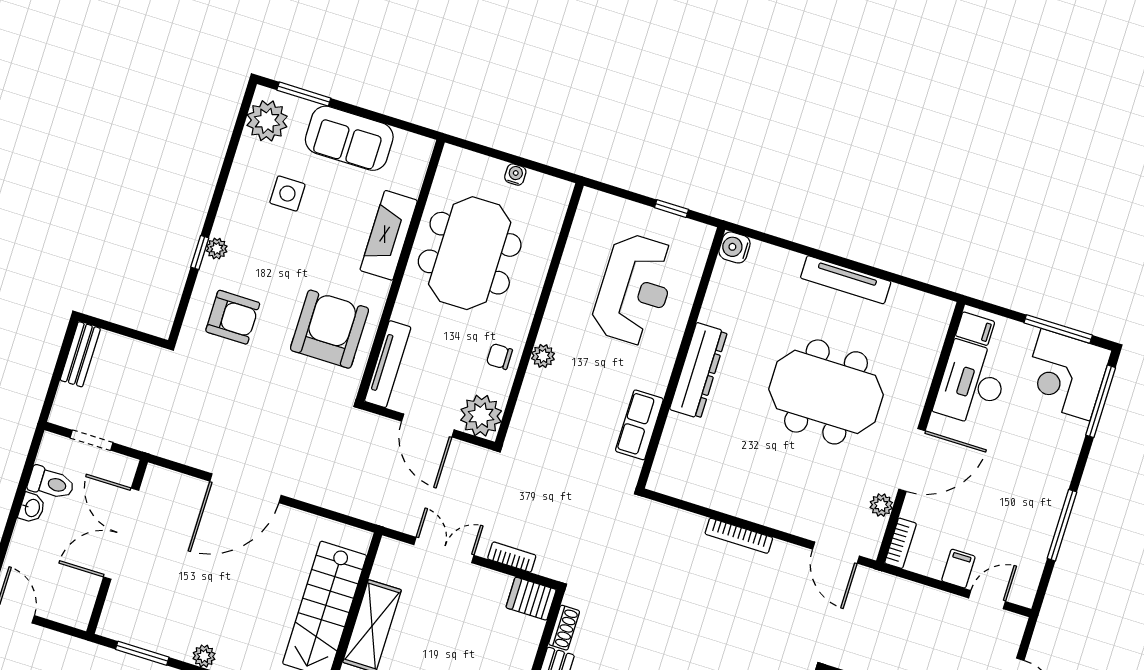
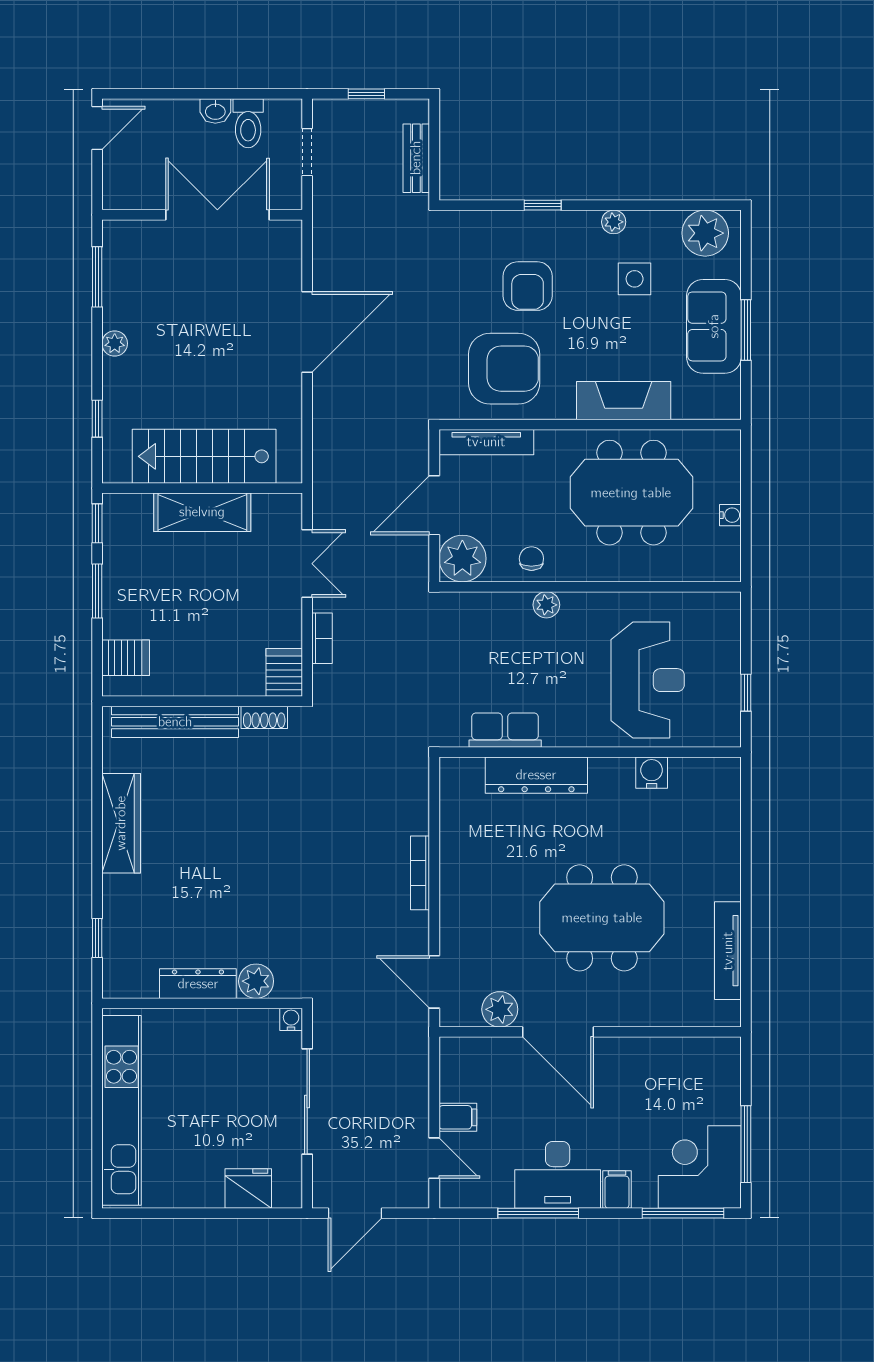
window: (304, 94) -> (746, 330), moved
water cooler: (735, 247) -> (652, 773), moved
plant: (217, 249) -> (614, 222), moved
tv unit: (846, 280) -> (728, 951), moved
reception desk: (635, 289) -> (648, 680), turned -90
armchair: (233, 317) -> (528, 286), moved
filing cabinet: (975, 329) -> (617, 1190), moved, turned 180
bench: (80, 354) -> (416, 158), moved, turned 90
dresser: (698, 371) -> (536, 775), moved
window: (57, 374) -> (366, 94), added
desk: (972, 384) -> (558, 1175), moved, turned 180
meeting table: (826, 392) -> (602, 918), turned 90
door: (246, 488) -> (307, 332), swing flipped
plant: (881, 505) -> (500, 1009), width x1.38, depth x1.38
bookcase: (901, 543) -> (466, 1047), removed
door: (836, 553) -> (434, 982), hinge flipped

